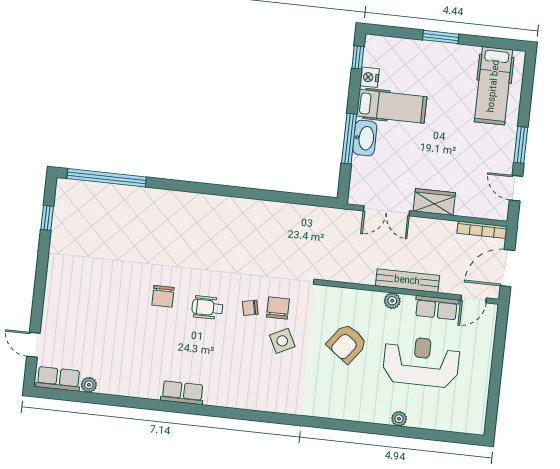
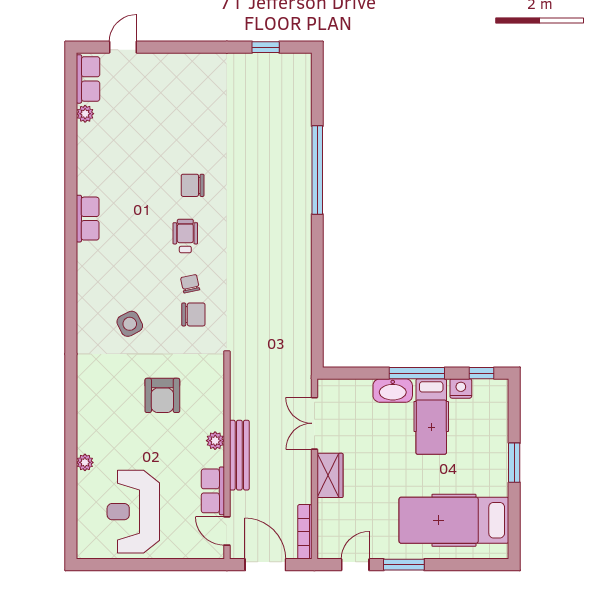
hospital bed: (494, 86) -> (454, 520), width x1.37, depth x1.29
window: (349, 139) -> (417, 373), moved
window: (107, 178) -> (317, 170), moved
side table: (282, 341) -> (130, 324), moved
armchair: (347, 343) -> (162, 395), turned -127
reception desk: (421, 362) -> (133, 512), moved, turned 180

